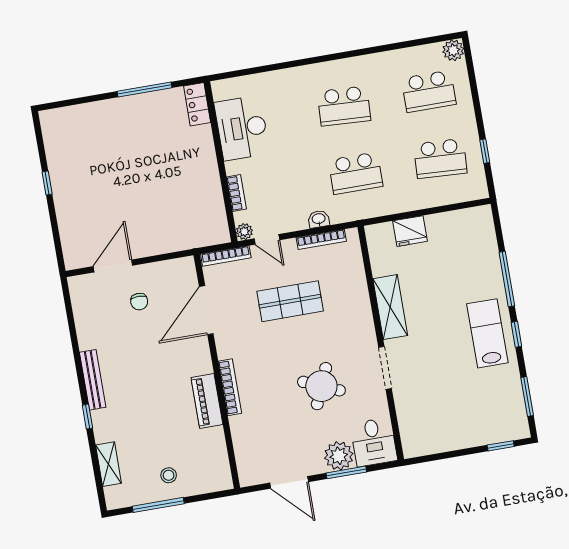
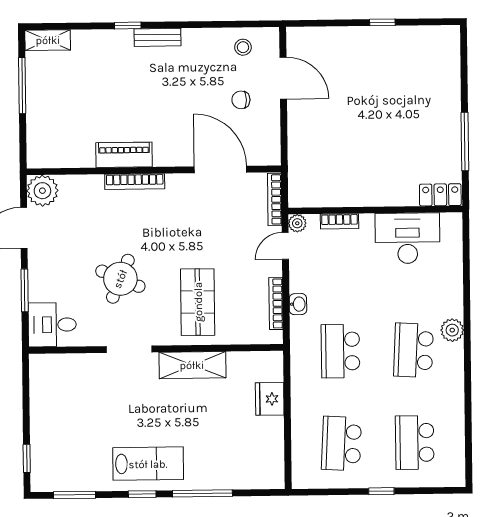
plant: (453, 50) -> (452, 330), moved
window: (485, 151) -> (381, 491), moved
shop shelf: (290, 301) -> (198, 302), moved
bench: (93, 380) -> (157, 37), width x0.73
plant: (339, 456) -> (42, 191), moved
shelving: (108, 464) -> (48, 40), moved
stool: (169, 475) -> (243, 47), moved

